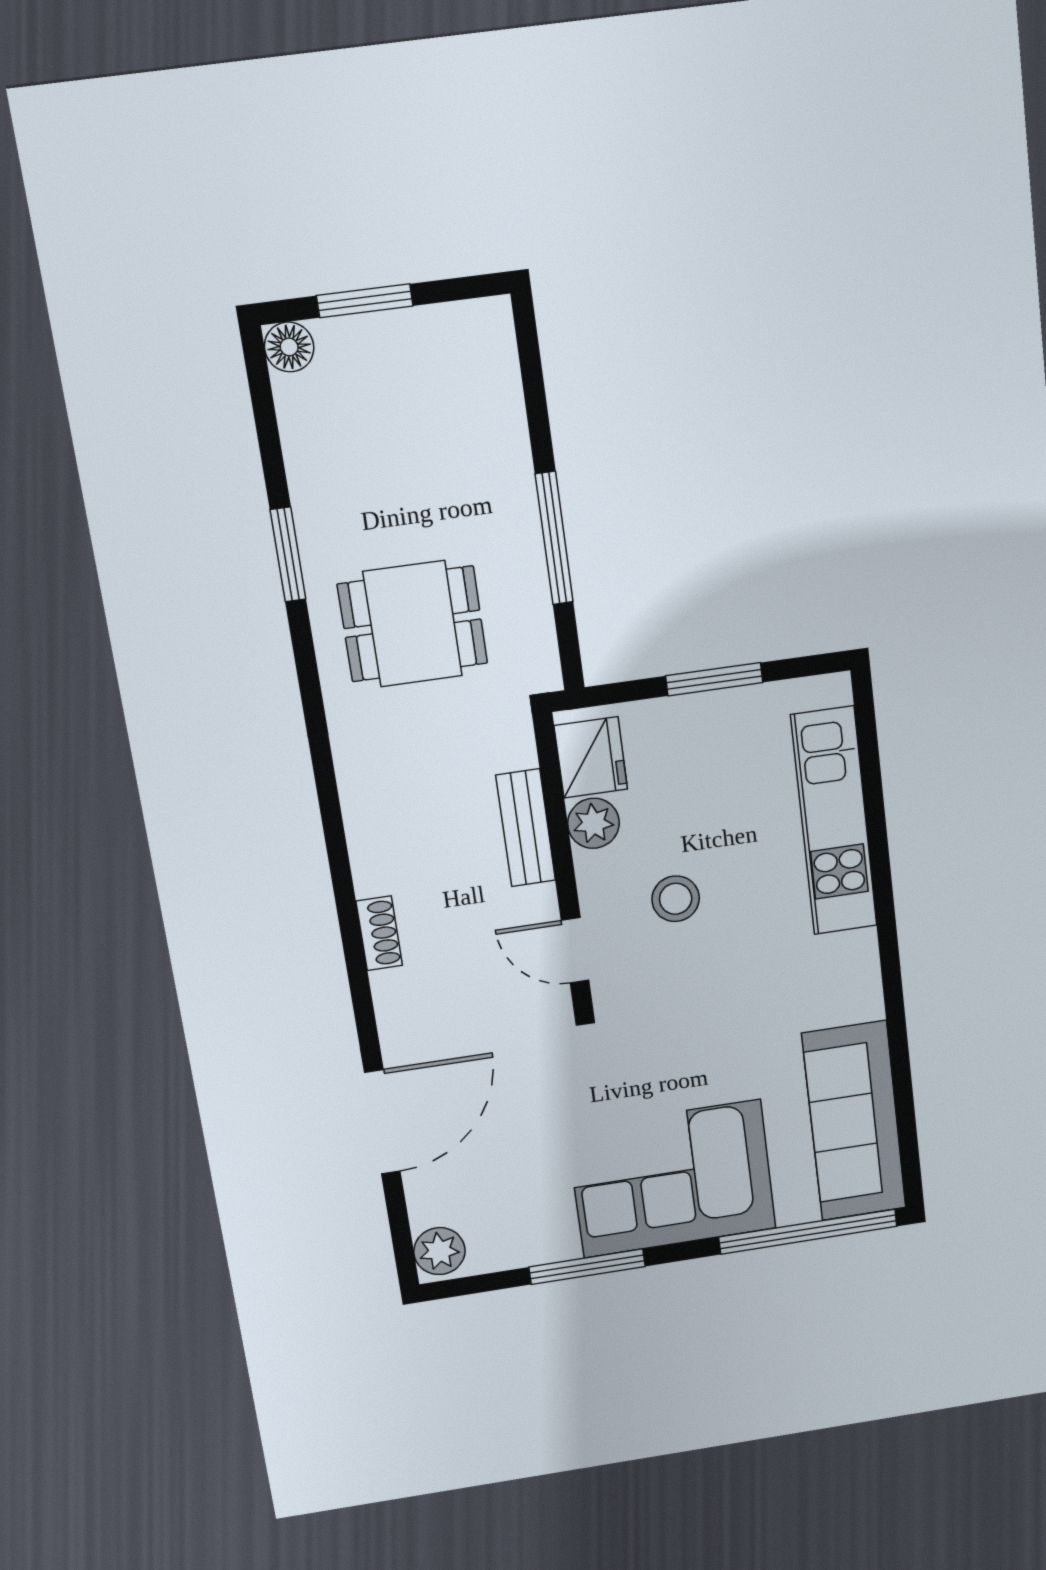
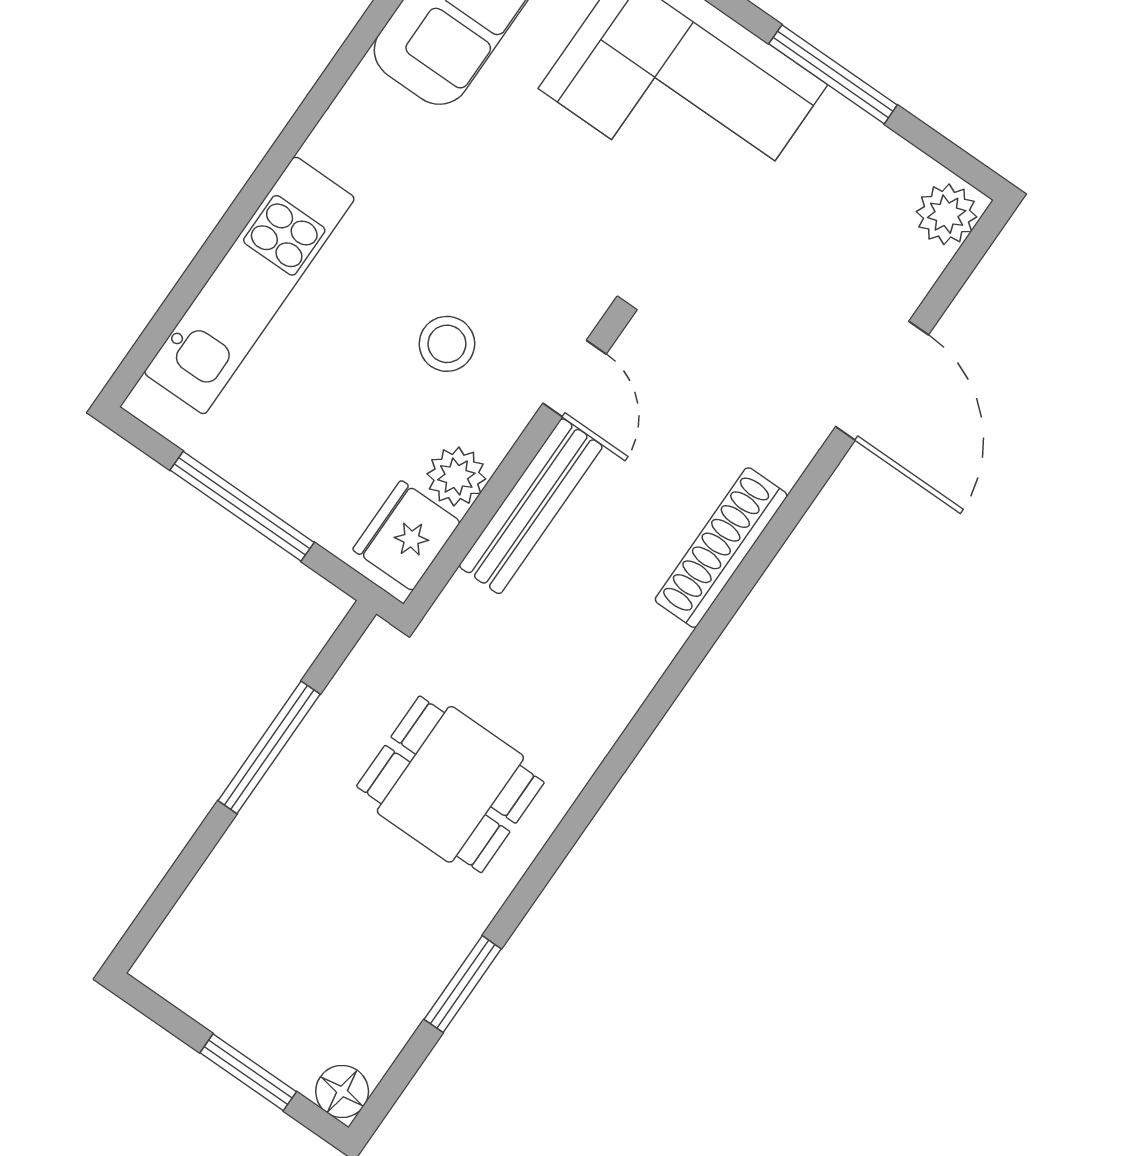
window: (288, 555) -> (463, 984), moved
window: (714, 679) -> (242, 506), width x1.44
bench: (526, 828) -> (531, 506), width x1.36
shoe rack: (379, 933) -> (721, 548), width x1.94, depth x1.24
door: (382, 1122) -> (882, 381), swing flipped

